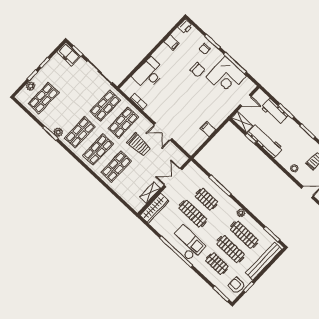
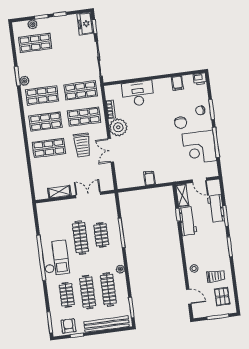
plant: (155, 110) -> (118, 127), added
workbench: (265, 141) -> (188, 221), width x0.73
wardrobe: (154, 208) -> (53, 207), removed

